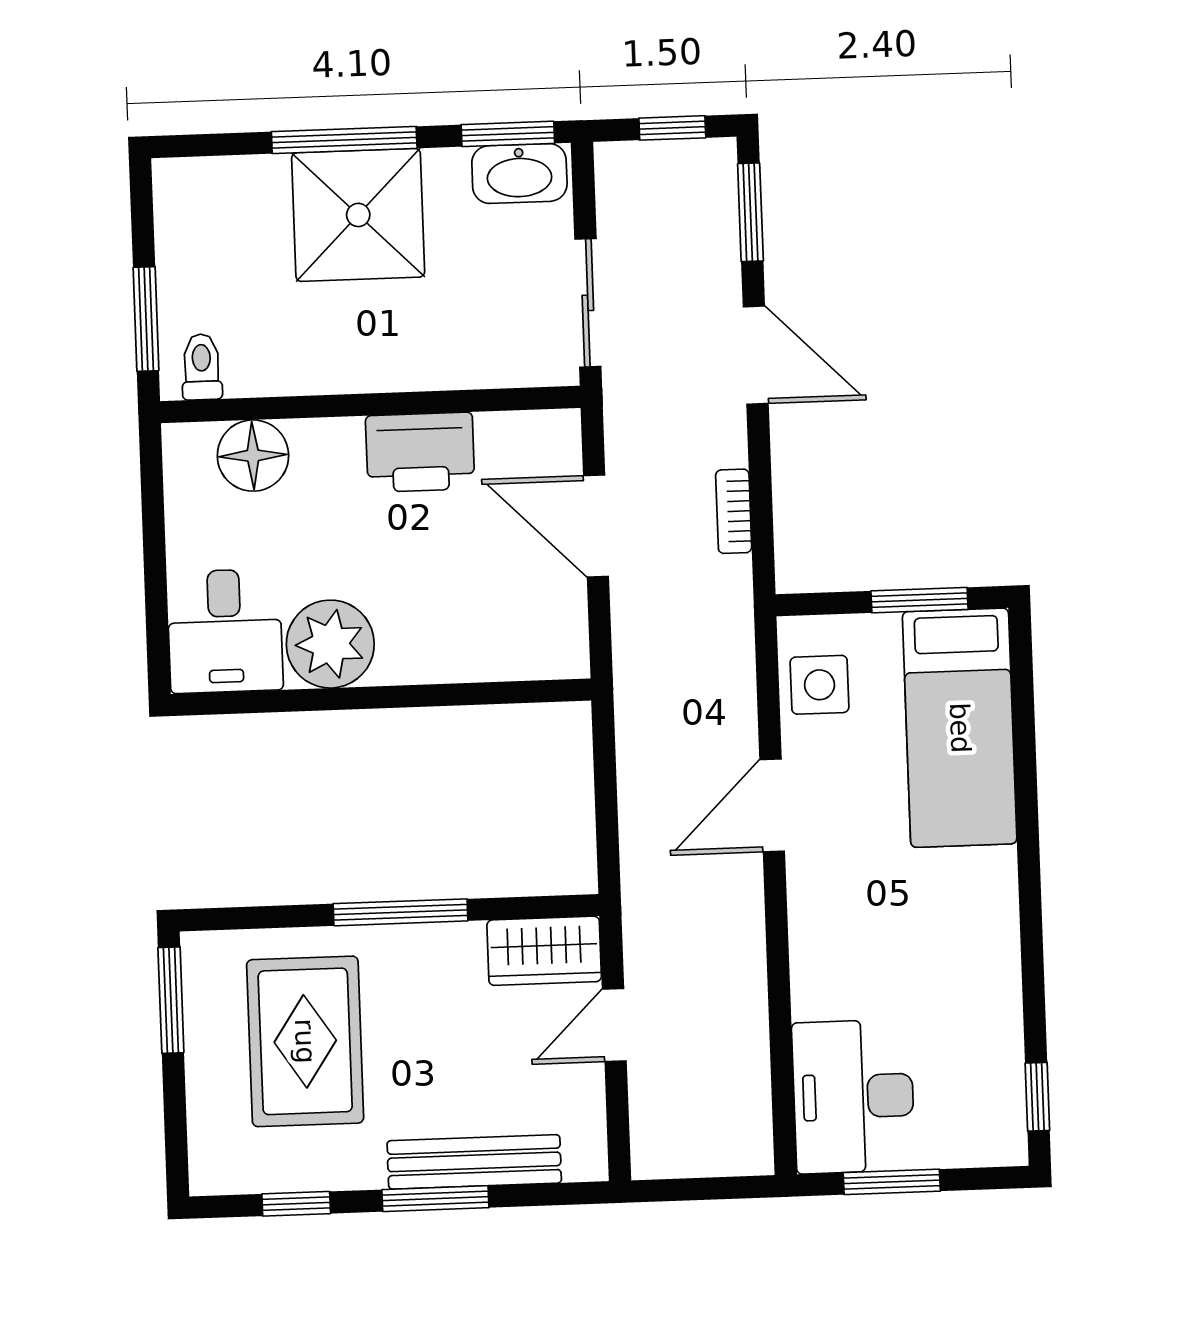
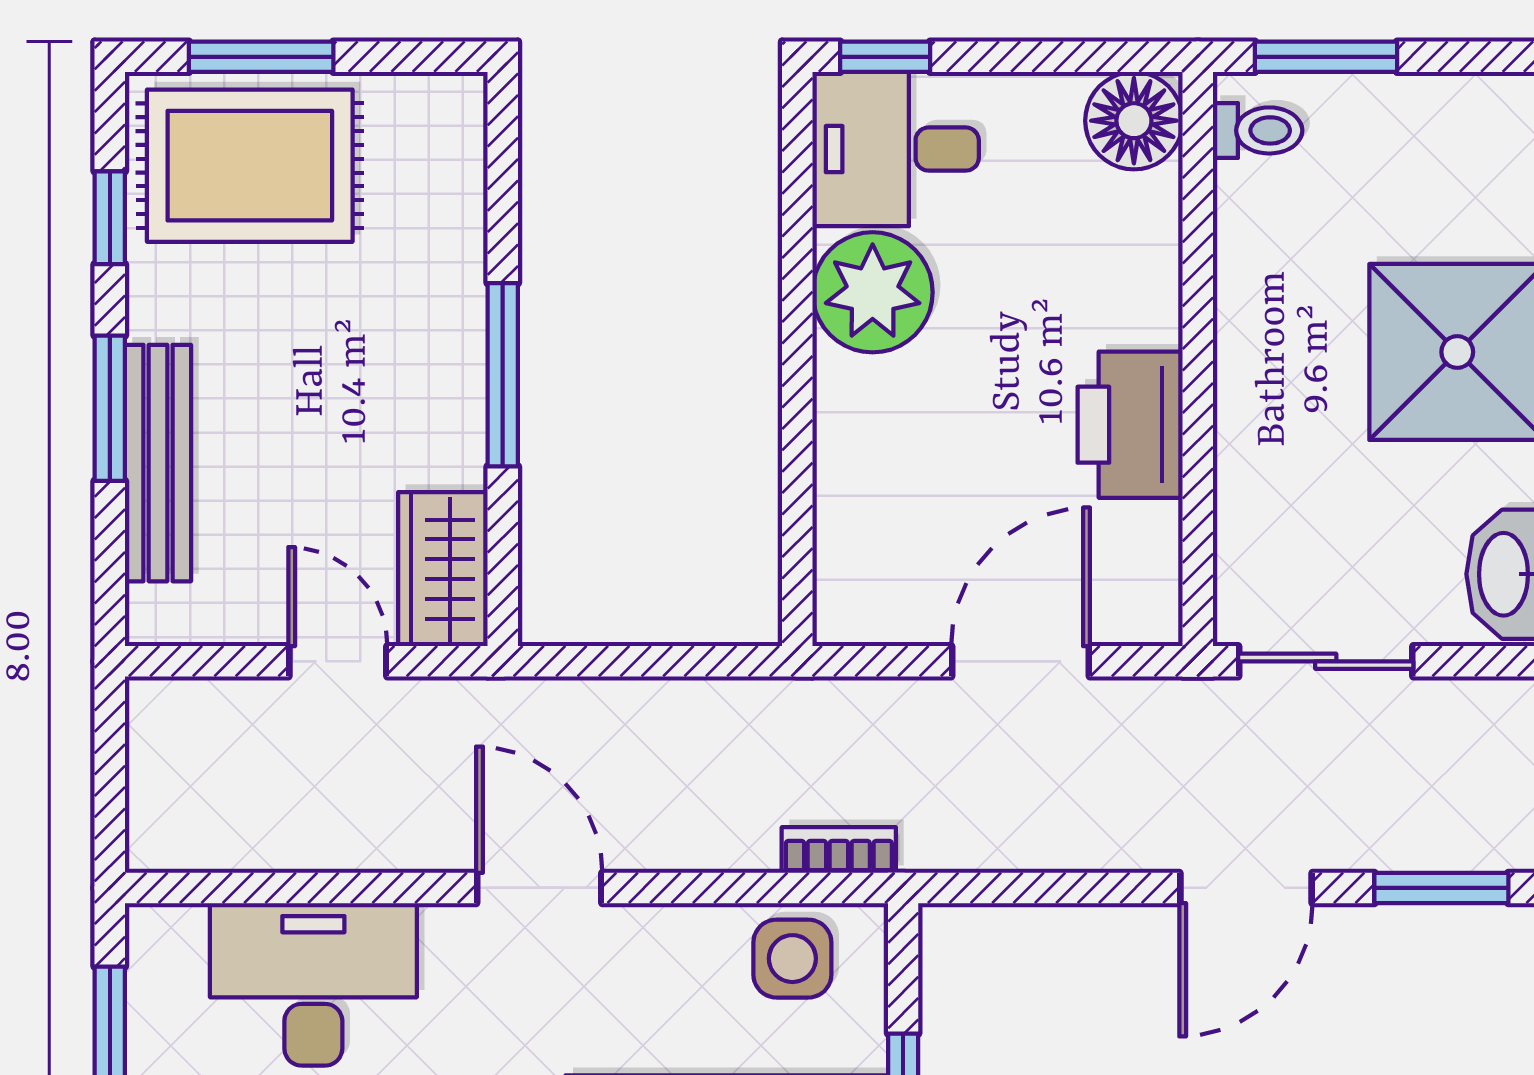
floor lamp: (253, 456) -> (1134, 121), moved
bookcase: (734, 511) -> (839, 850), moved
window: (158, 641) -> (885, 57), added
door: (772, 805) -> (539, 888), moved
window: (171, 1000) -> (261, 57), moved
rug: (305, 1041) -> (250, 166), moved
desk: (853, 1096) -> (313, 984), moved

